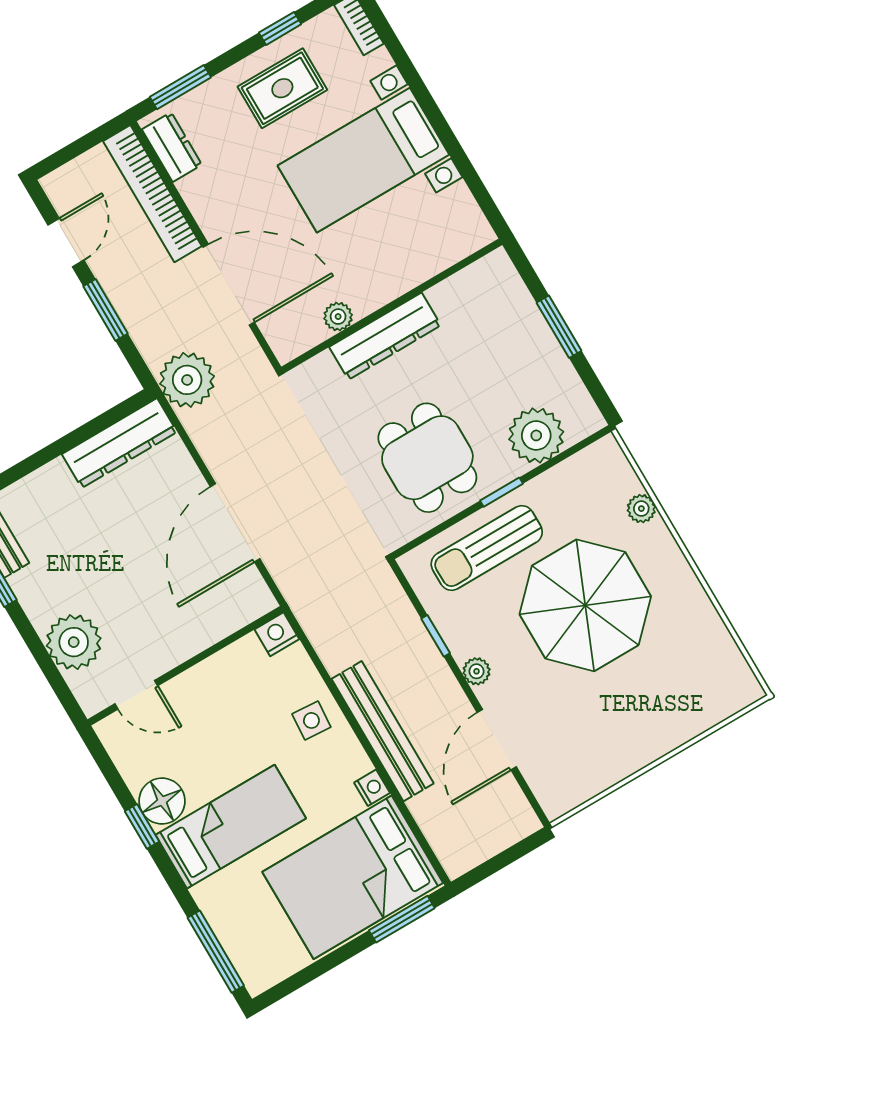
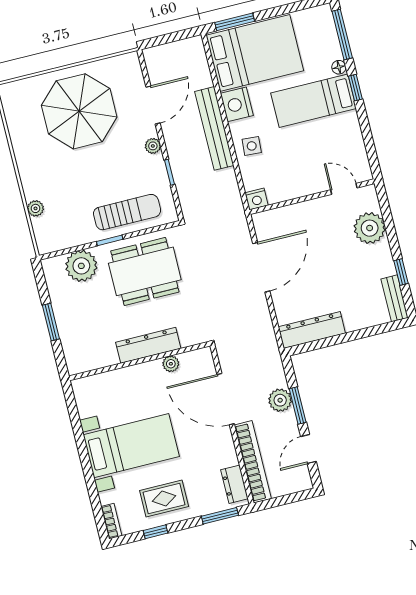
plant: (187, 380) -> (280, 400), moved, width x0.73, depth x0.73
dining table: (427, 458) -> (145, 271), width x1.38
parasol: (585, 605) -> (79, 111), moved
nightstand: (372, 788) -> (237, 104), width x1.89, depth x1.79
floor lamp: (162, 801) -> (339, 67), moved, width x0.53, depth x0.53
window: (142, 826) -> (355, 88), moved

